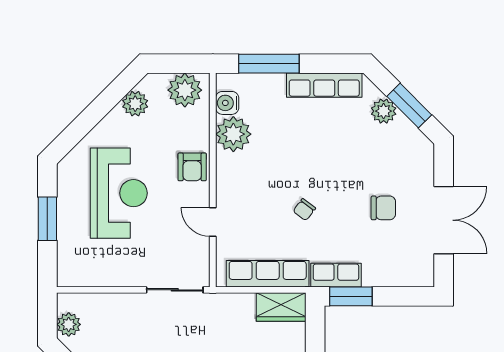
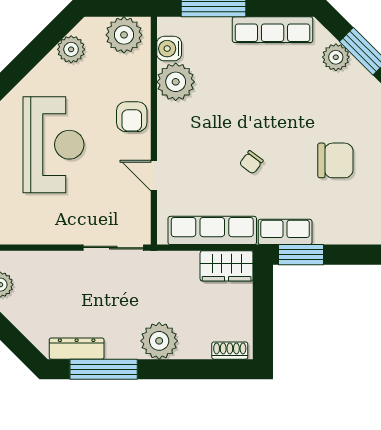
chair: (383, 208) -> (335, 160), width x1.37, depth x1.37

